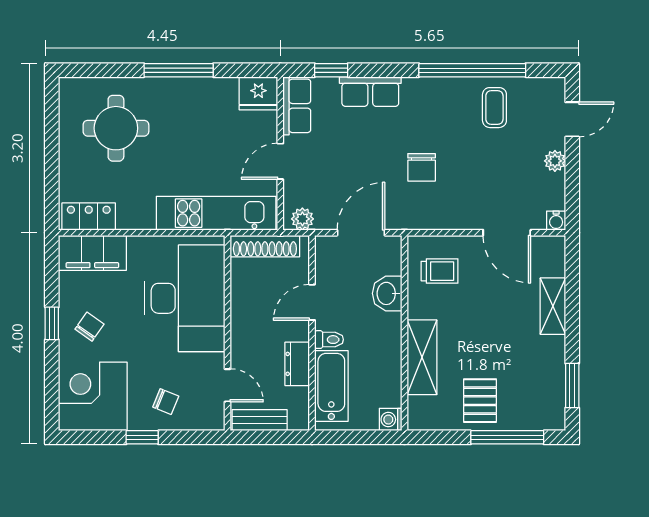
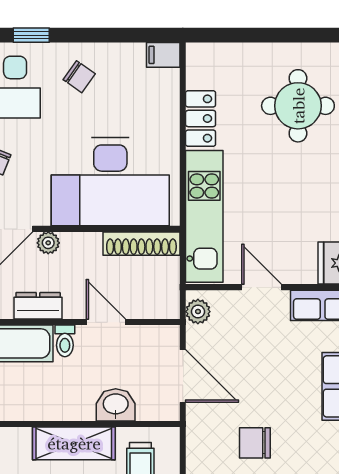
locker: (89, 216) -> (201, 119), moved
shoe rack: (265, 246) -> (141, 244), moved, turned -90
filing cabinet: (92, 253) -> (163, 55), width x0.33, depth x0.86
window: (52, 323) -> (31, 35), moved
plant: (240, 355) -> (48, 243), added
shelving: (422, 357) -> (74, 443), moved

